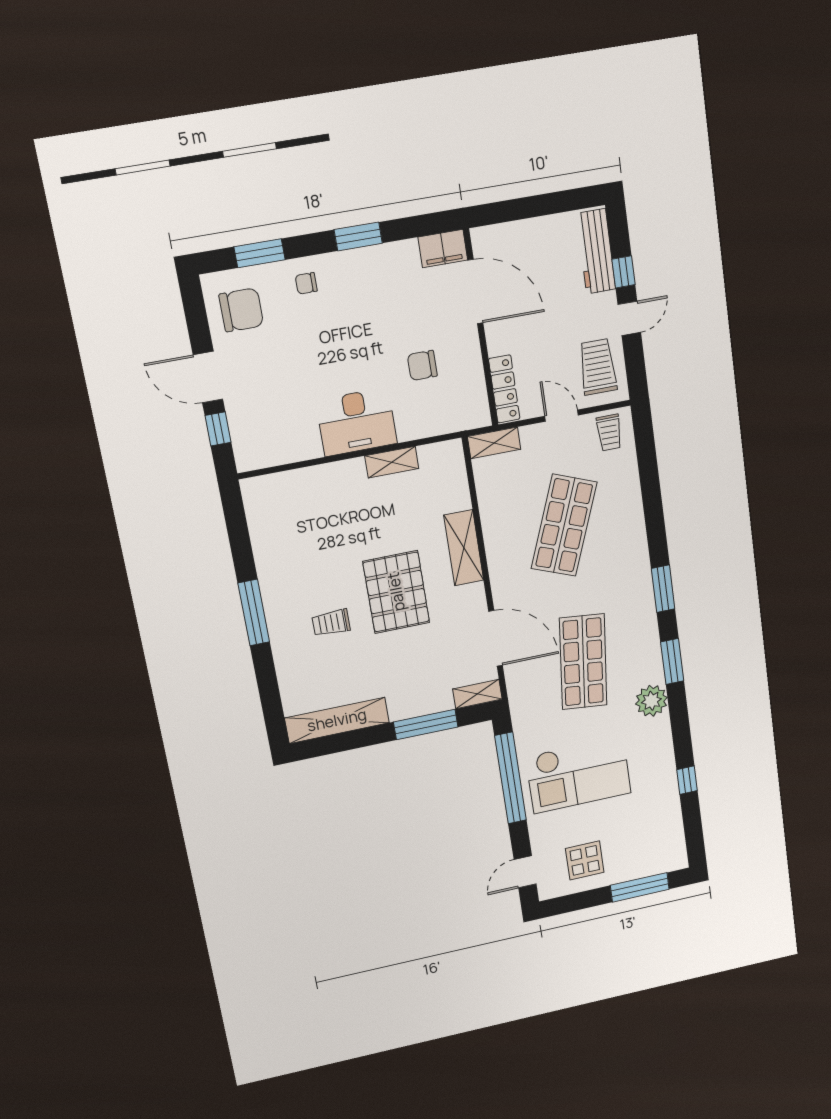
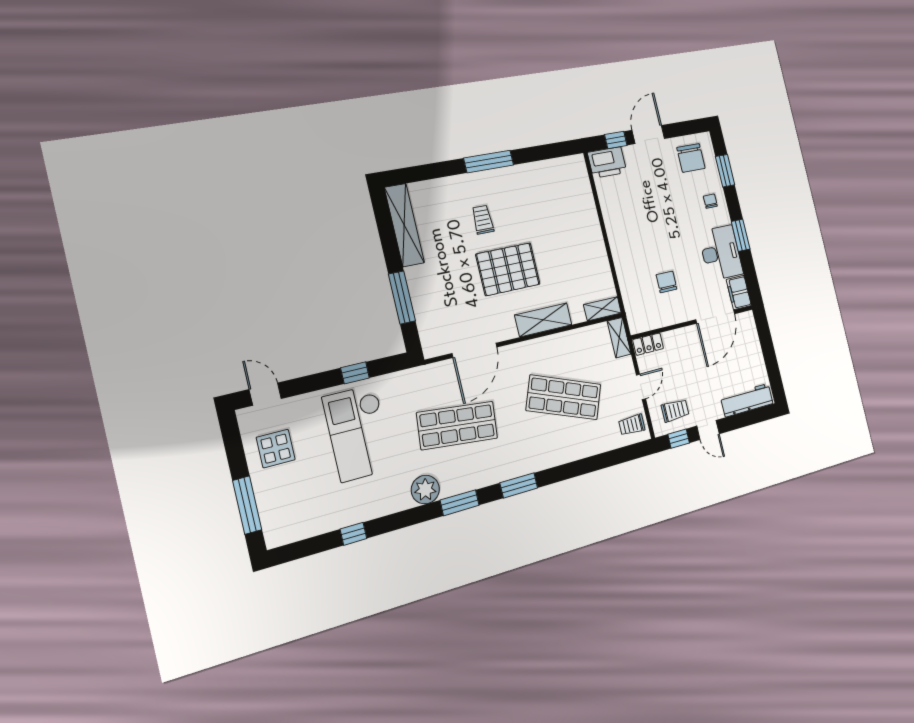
window: (624, 272) -> (679, 439), moved
trolley: (598, 367) -> (675, 410), width x0.73, depth x0.72
locker: (504, 389) -> (648, 344), width x0.66
desk: (356, 422) -> (721, 253), moved, turned 180
printer: (251, 444) -> (607, 162), added
shelving: (392, 462) -> (602, 309), moved, turned 90
shelving: (477, 694) -> (428, 339), removed
window: (510, 778) -> (355, 373), width x0.32

